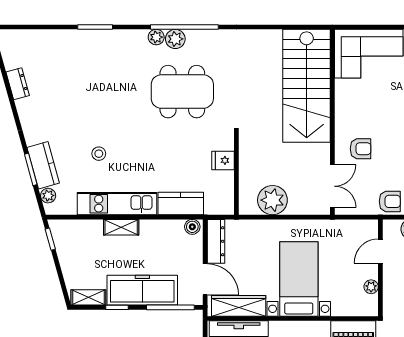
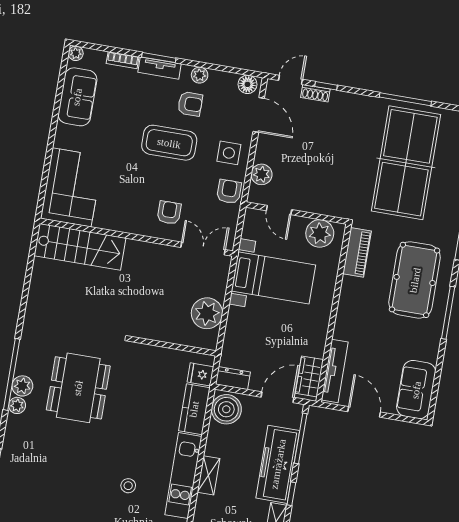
stairs: (307, 86) -> (80, 247), width x0.73, depth x0.66
fridge: (223, 160) -> (200, 374), moved, turned 90
boiler: (192, 227) -> (226, 409), width x1.86, depth x1.86
dresser: (216, 241) -> (233, 378), width x0.70
bed with nightstands: (299, 279) -> (273, 278), moved, turned 180
plant: (371, 287) -> (320, 233), width x1.88, depth x1.88
wardrobe: (239, 306) -> (309, 376), width x0.67

